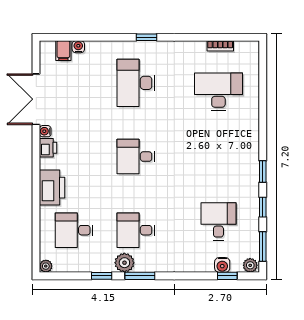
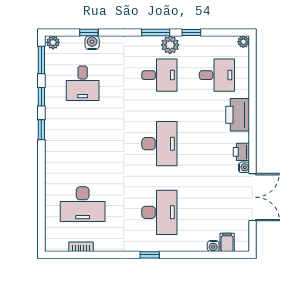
desk: (136, 157) -> (159, 144), width x1.37
water cooler: (222, 265) -> (92, 43), moved
window: (227, 276) -> (89, 33), moved

